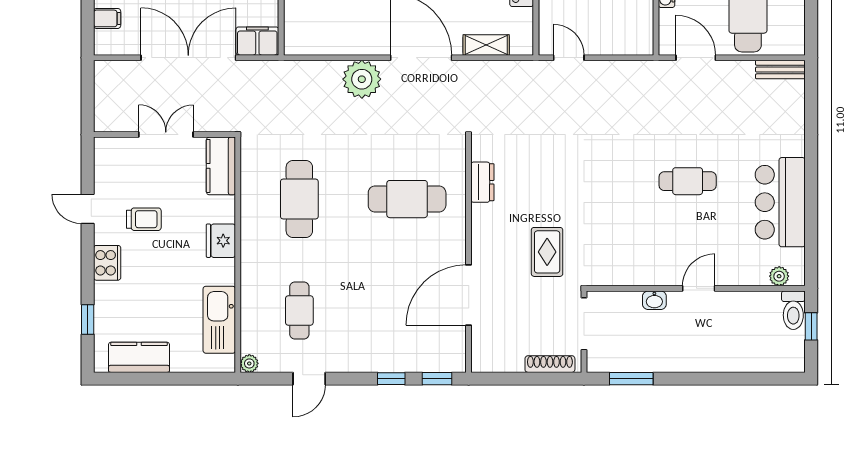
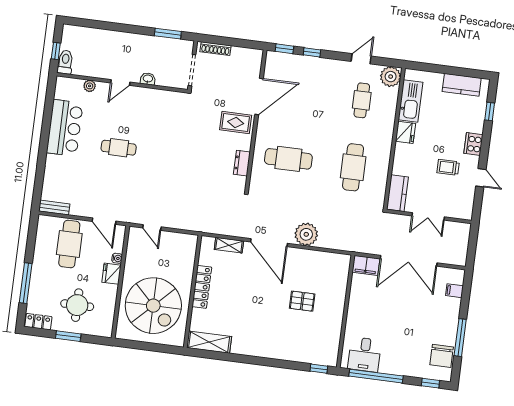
door: (569, 58) -> (152, 227), moved
fridge: (221, 241) -> (405, 132), moved
rug: (547, 252) -> (236, 122), moved, turned 90
plant: (779, 276) -> (90, 86), moved
plant: (249, 363) -> (391, 77), width x1.88, depth x1.88

